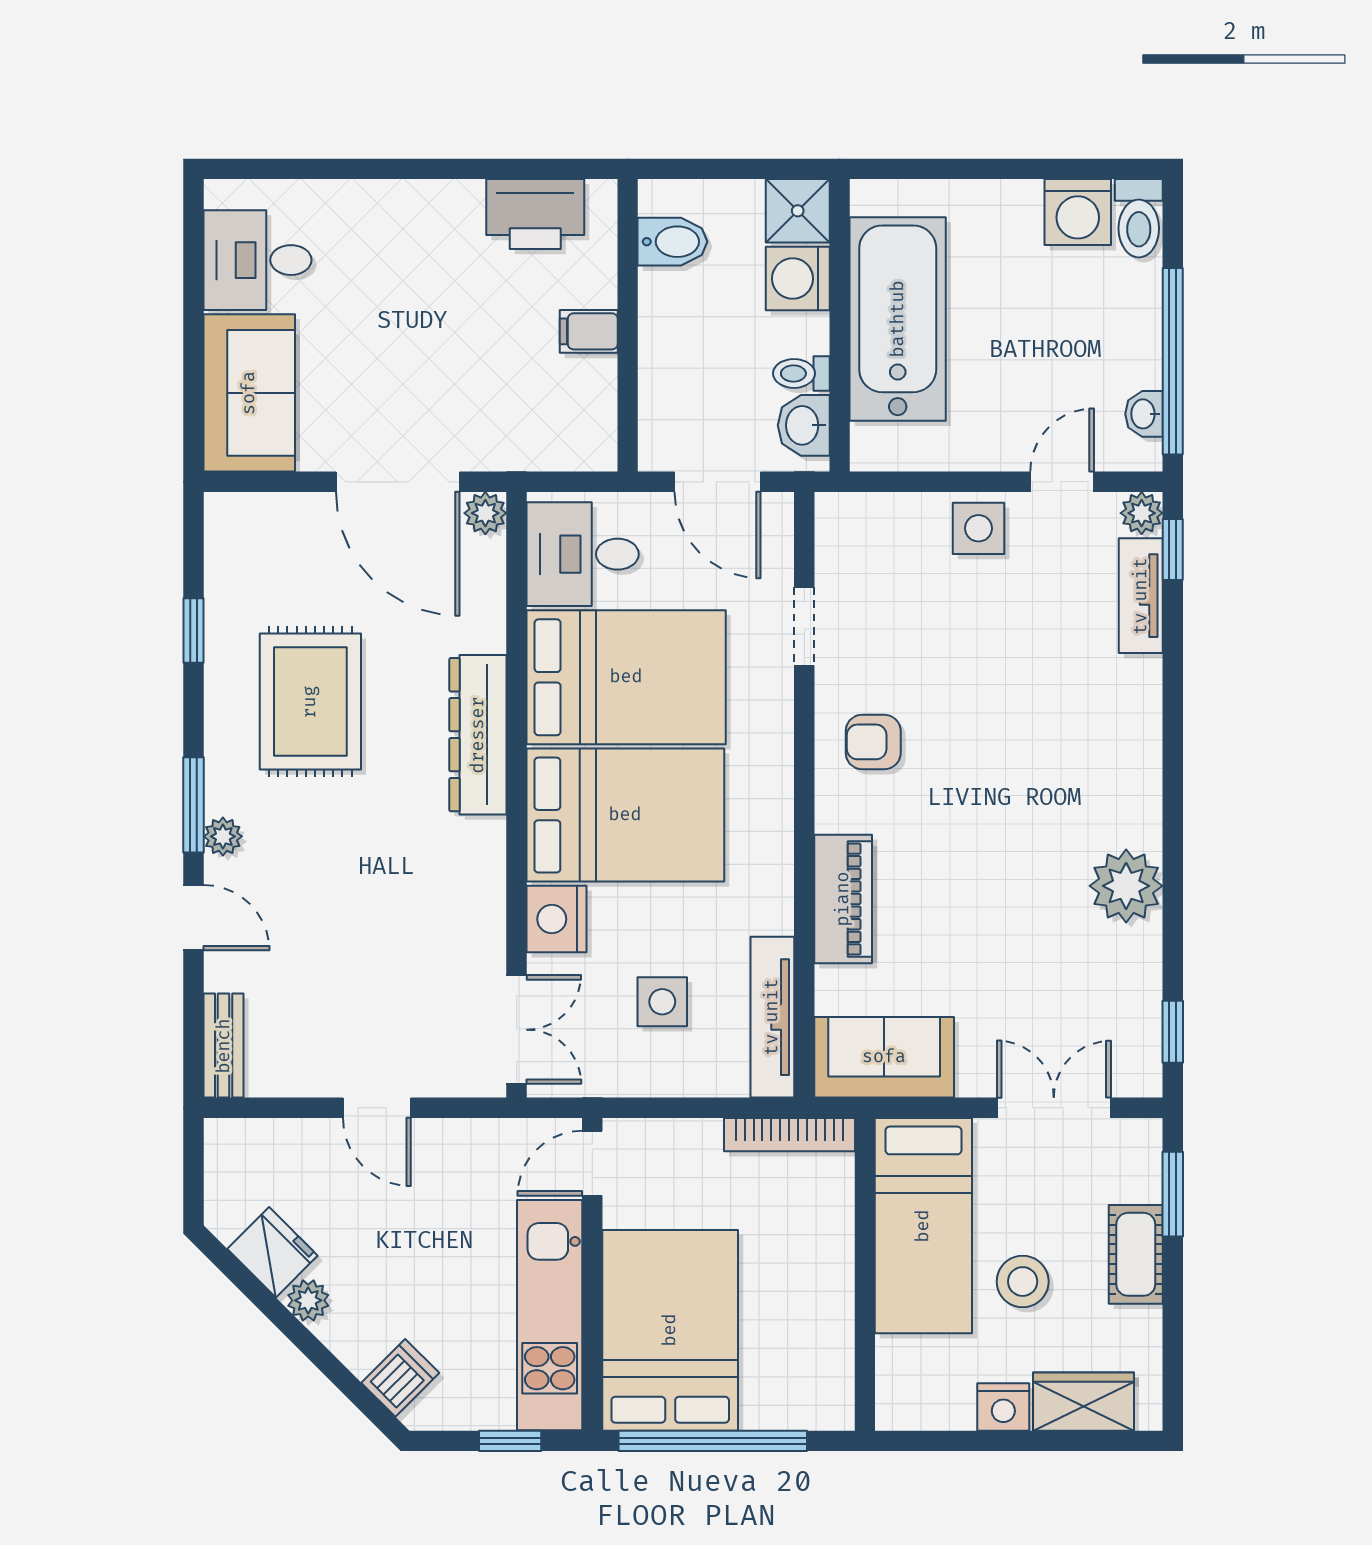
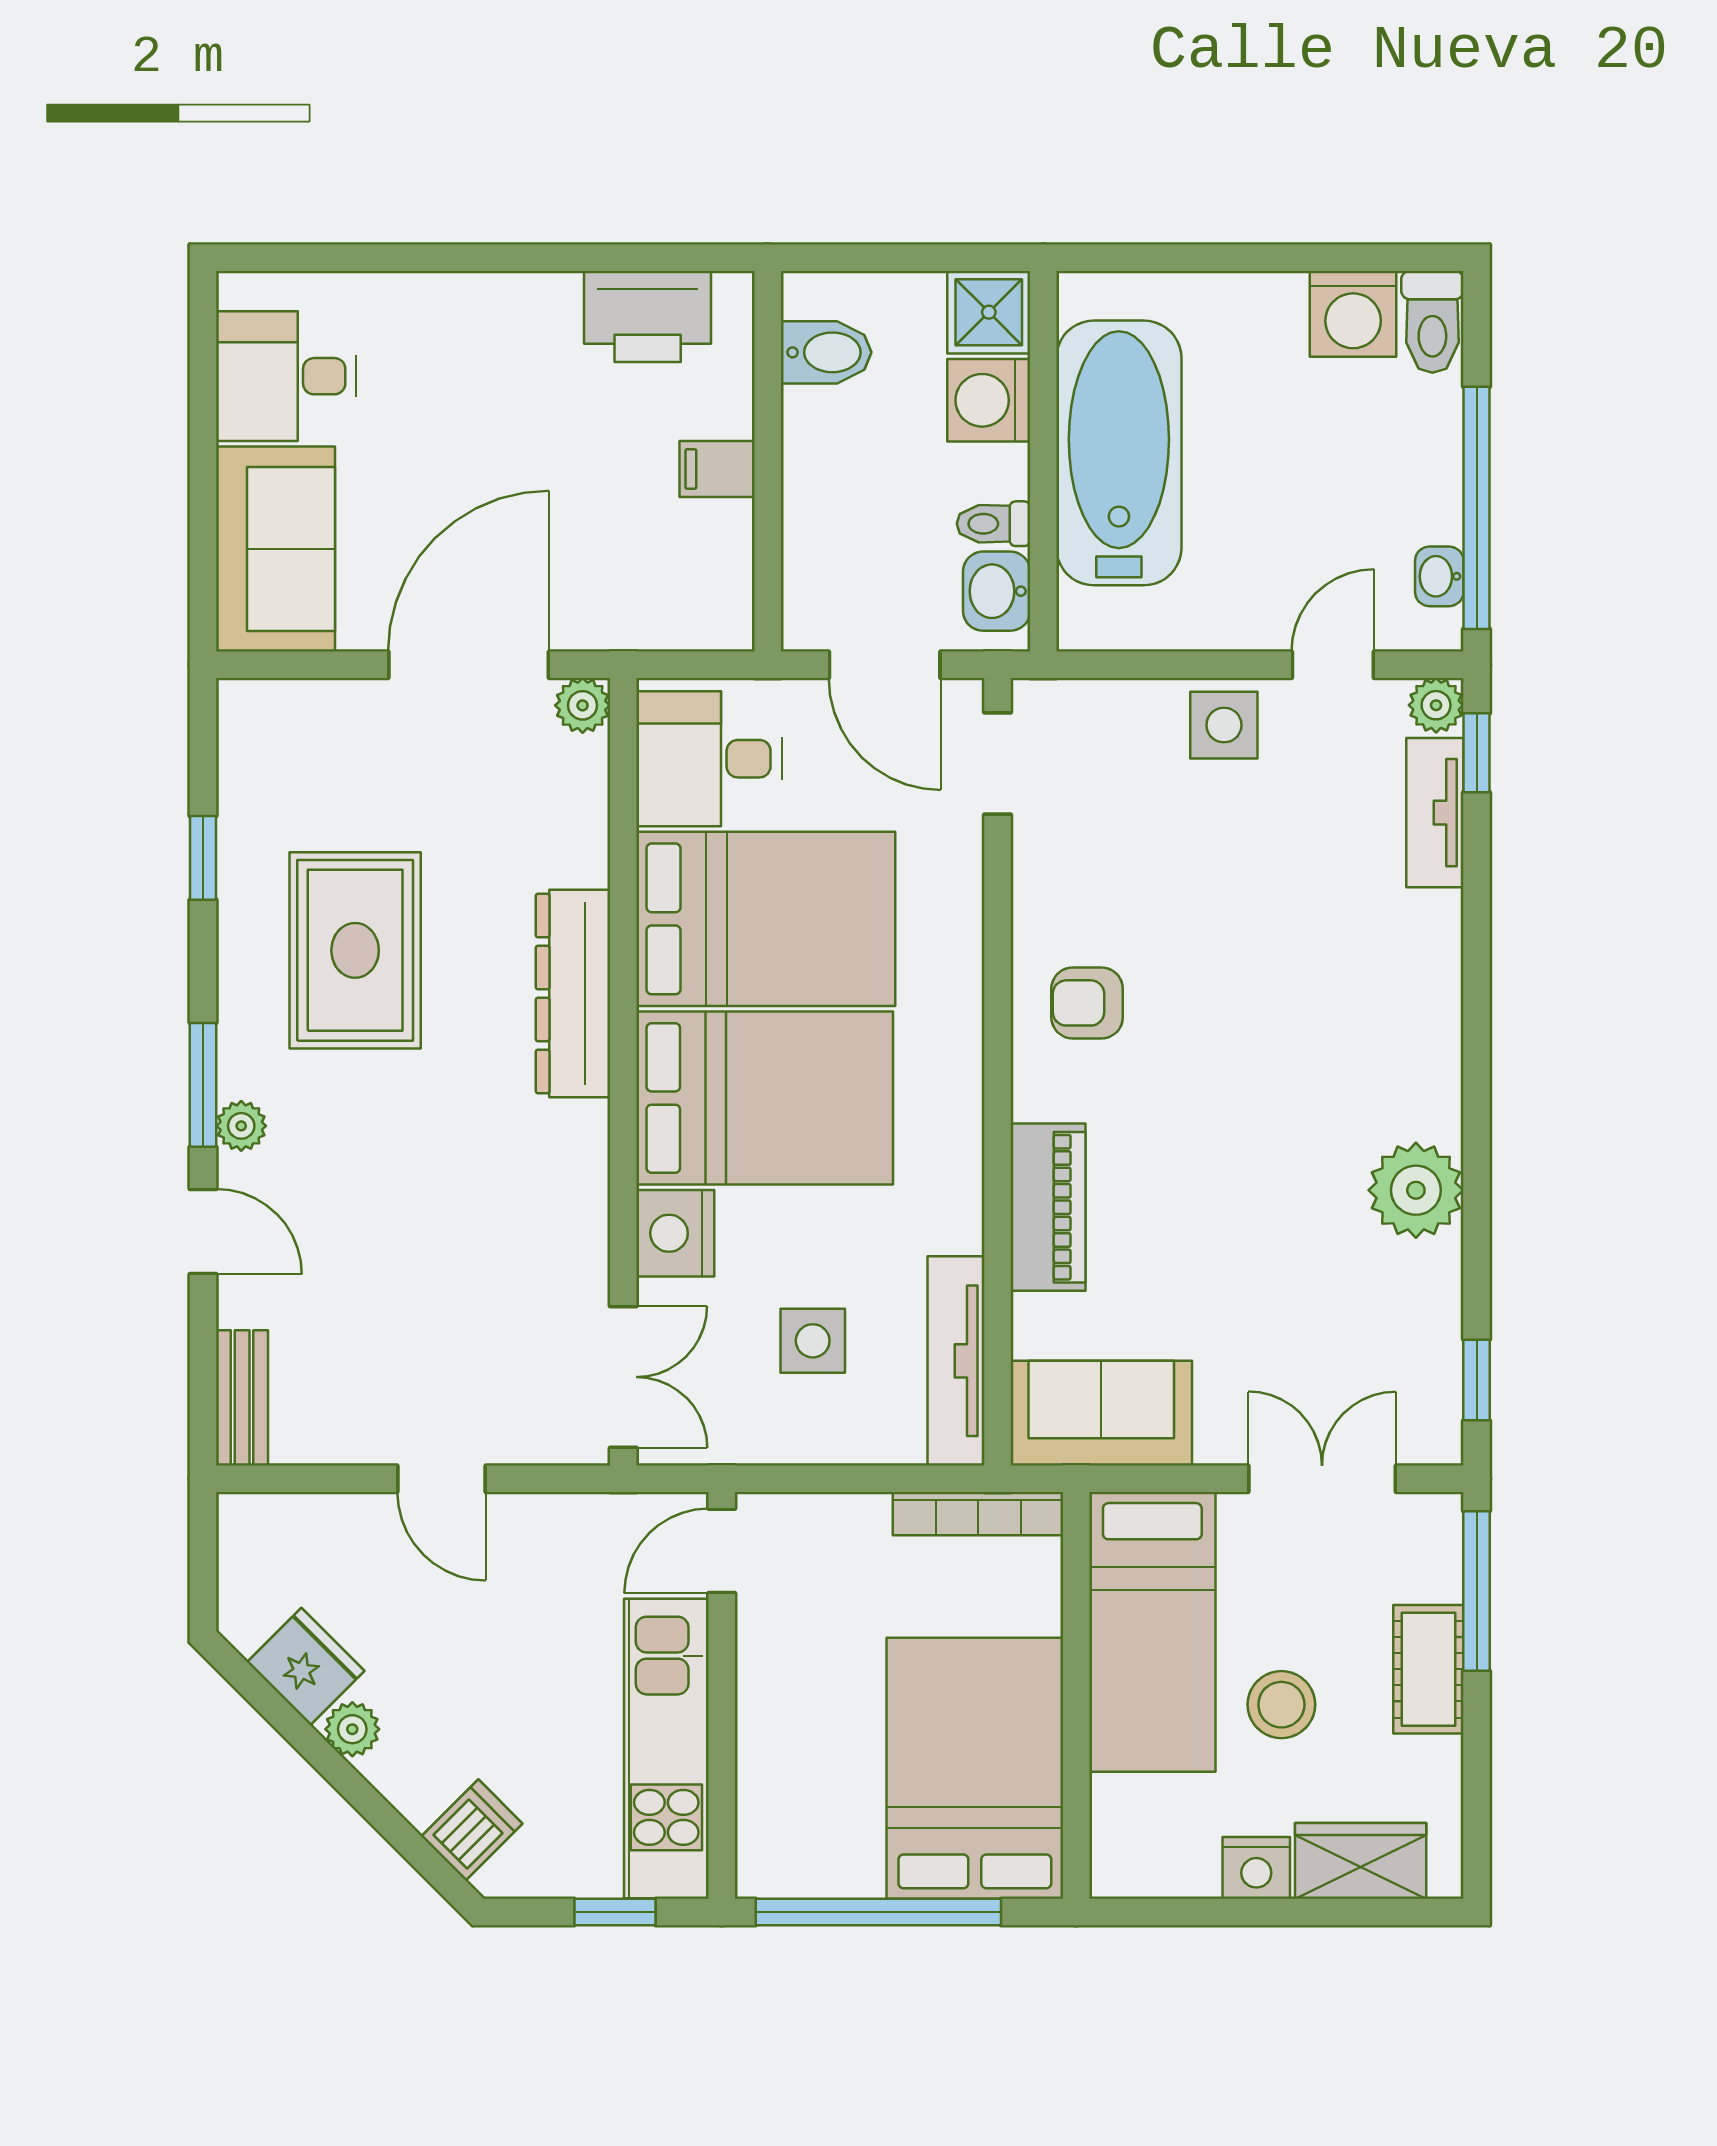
door: (398, 482) -> (469, 665), swing flipped
doorway: (804, 626) -> (997, 764), moved
window: (1173, 1194) -> (1477, 1591), width x1.44
bed: (670, 1330) -> (975, 1768), moved

